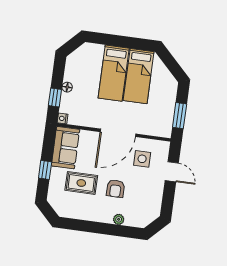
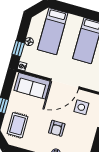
bed: (114, 73) -> (53, 31), moved
sofa: (65, 148) -> (32, 86), moved, turned 90
rug: (81, 183) -> (17, 125), moved, turned 90

